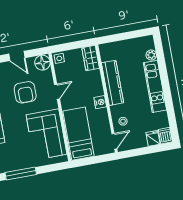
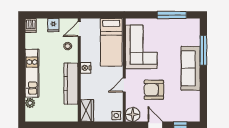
armchair: (25, 92) -> (154, 90), turned -90
fridge: (153, 138) -> (53, 25), moved

